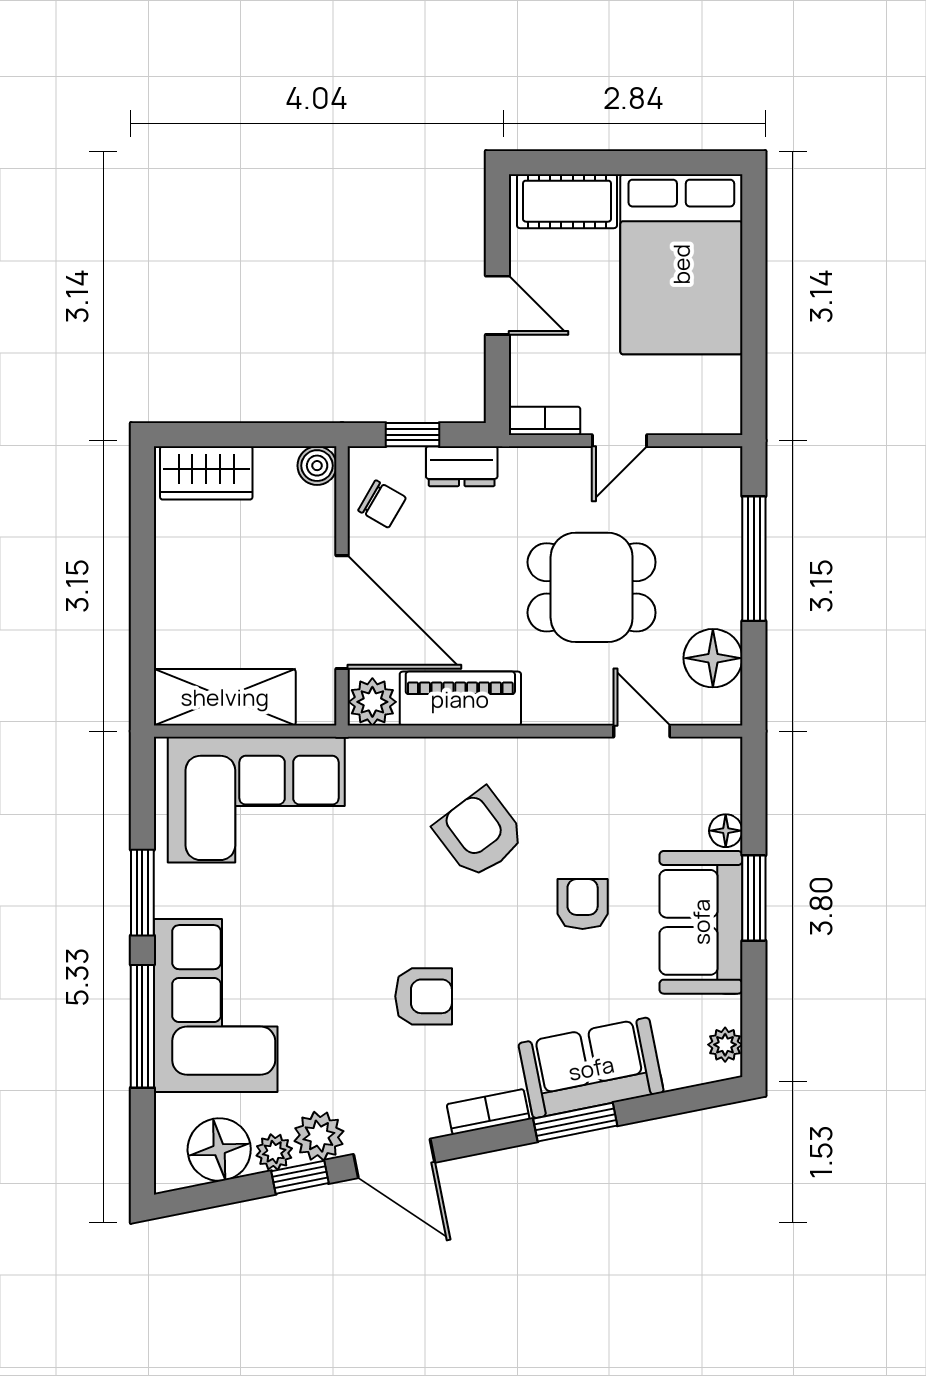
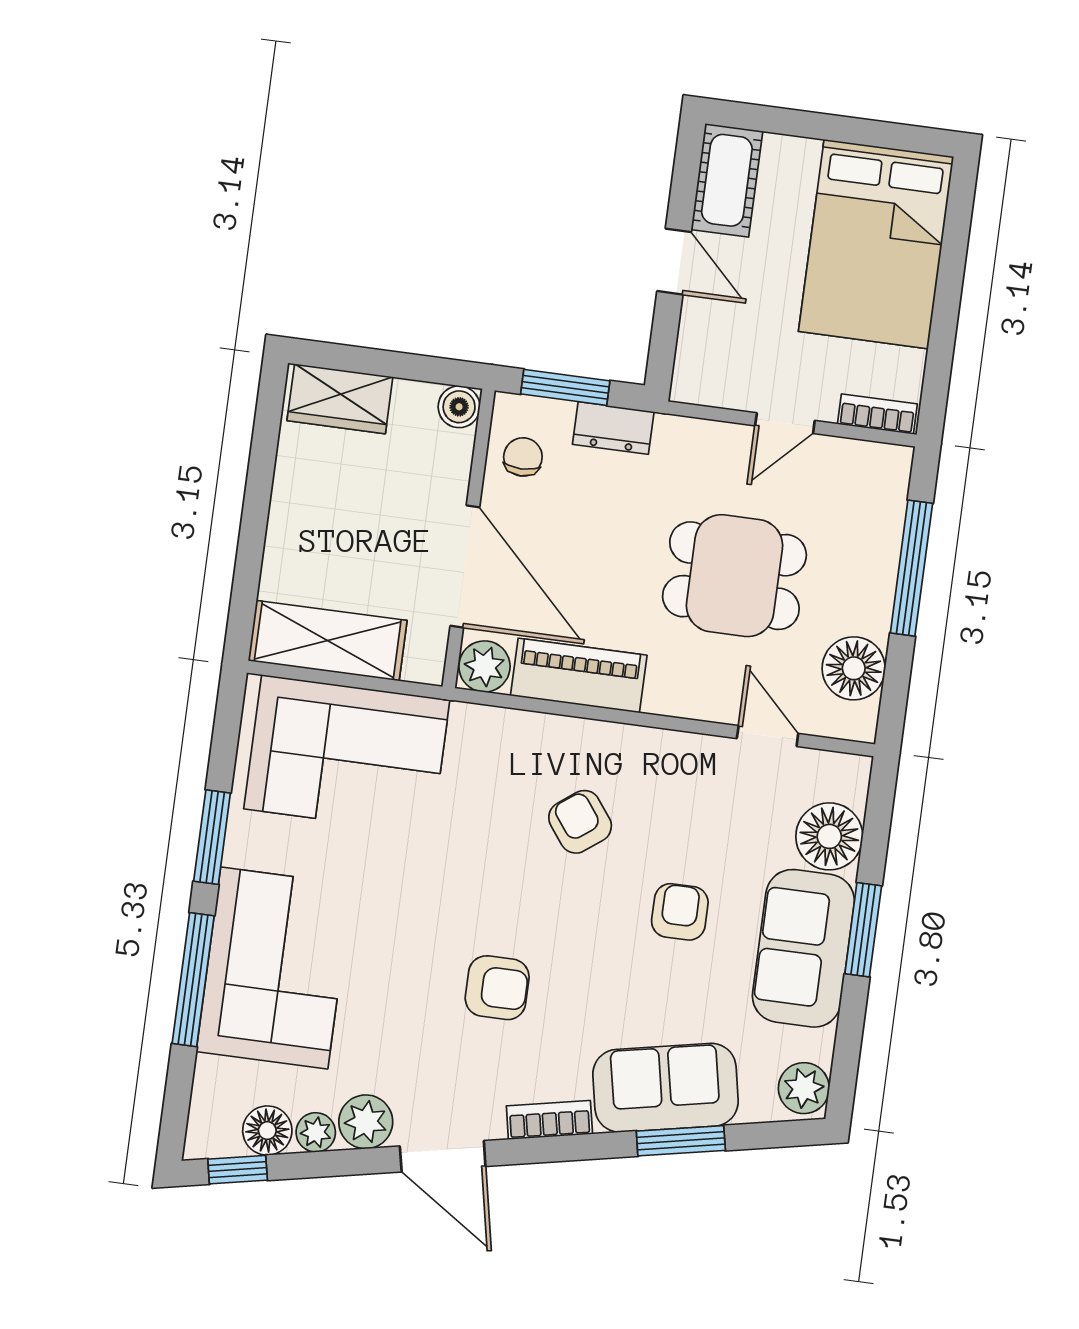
cot: (567, 201) -> (727, 180), moved, turned 90
bookcase: (545, 421) -> (877, 414), moved
window: (412, 435) -> (565, 387), width x1.50
chair: (382, 504) -> (523, 457), turned -120
floor lamp: (726, 831) -> (829, 836), width x1.89, depth x1.89
armchair: (480, 833) -> (580, 822), width x0.72, depth x0.72
plant: (725, 1045) -> (804, 1088), width x1.38, depth x1.38
window: (575, 1122) -> (681, 1141), moved
floor lamp: (219, 1150) -> (267, 1131), width x0.73, depth x0.73
window: (300, 1177) -> (238, 1170), moved

